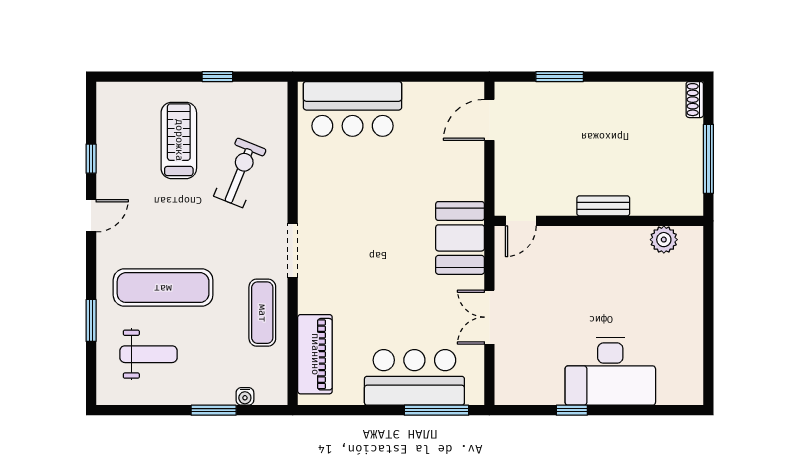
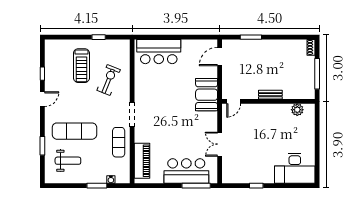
treadmill: (179, 140) -> (81, 66), turned 180
booth: (460, 238) -> (207, 95), moved
desk: (610, 371) -> (295, 168), moved

